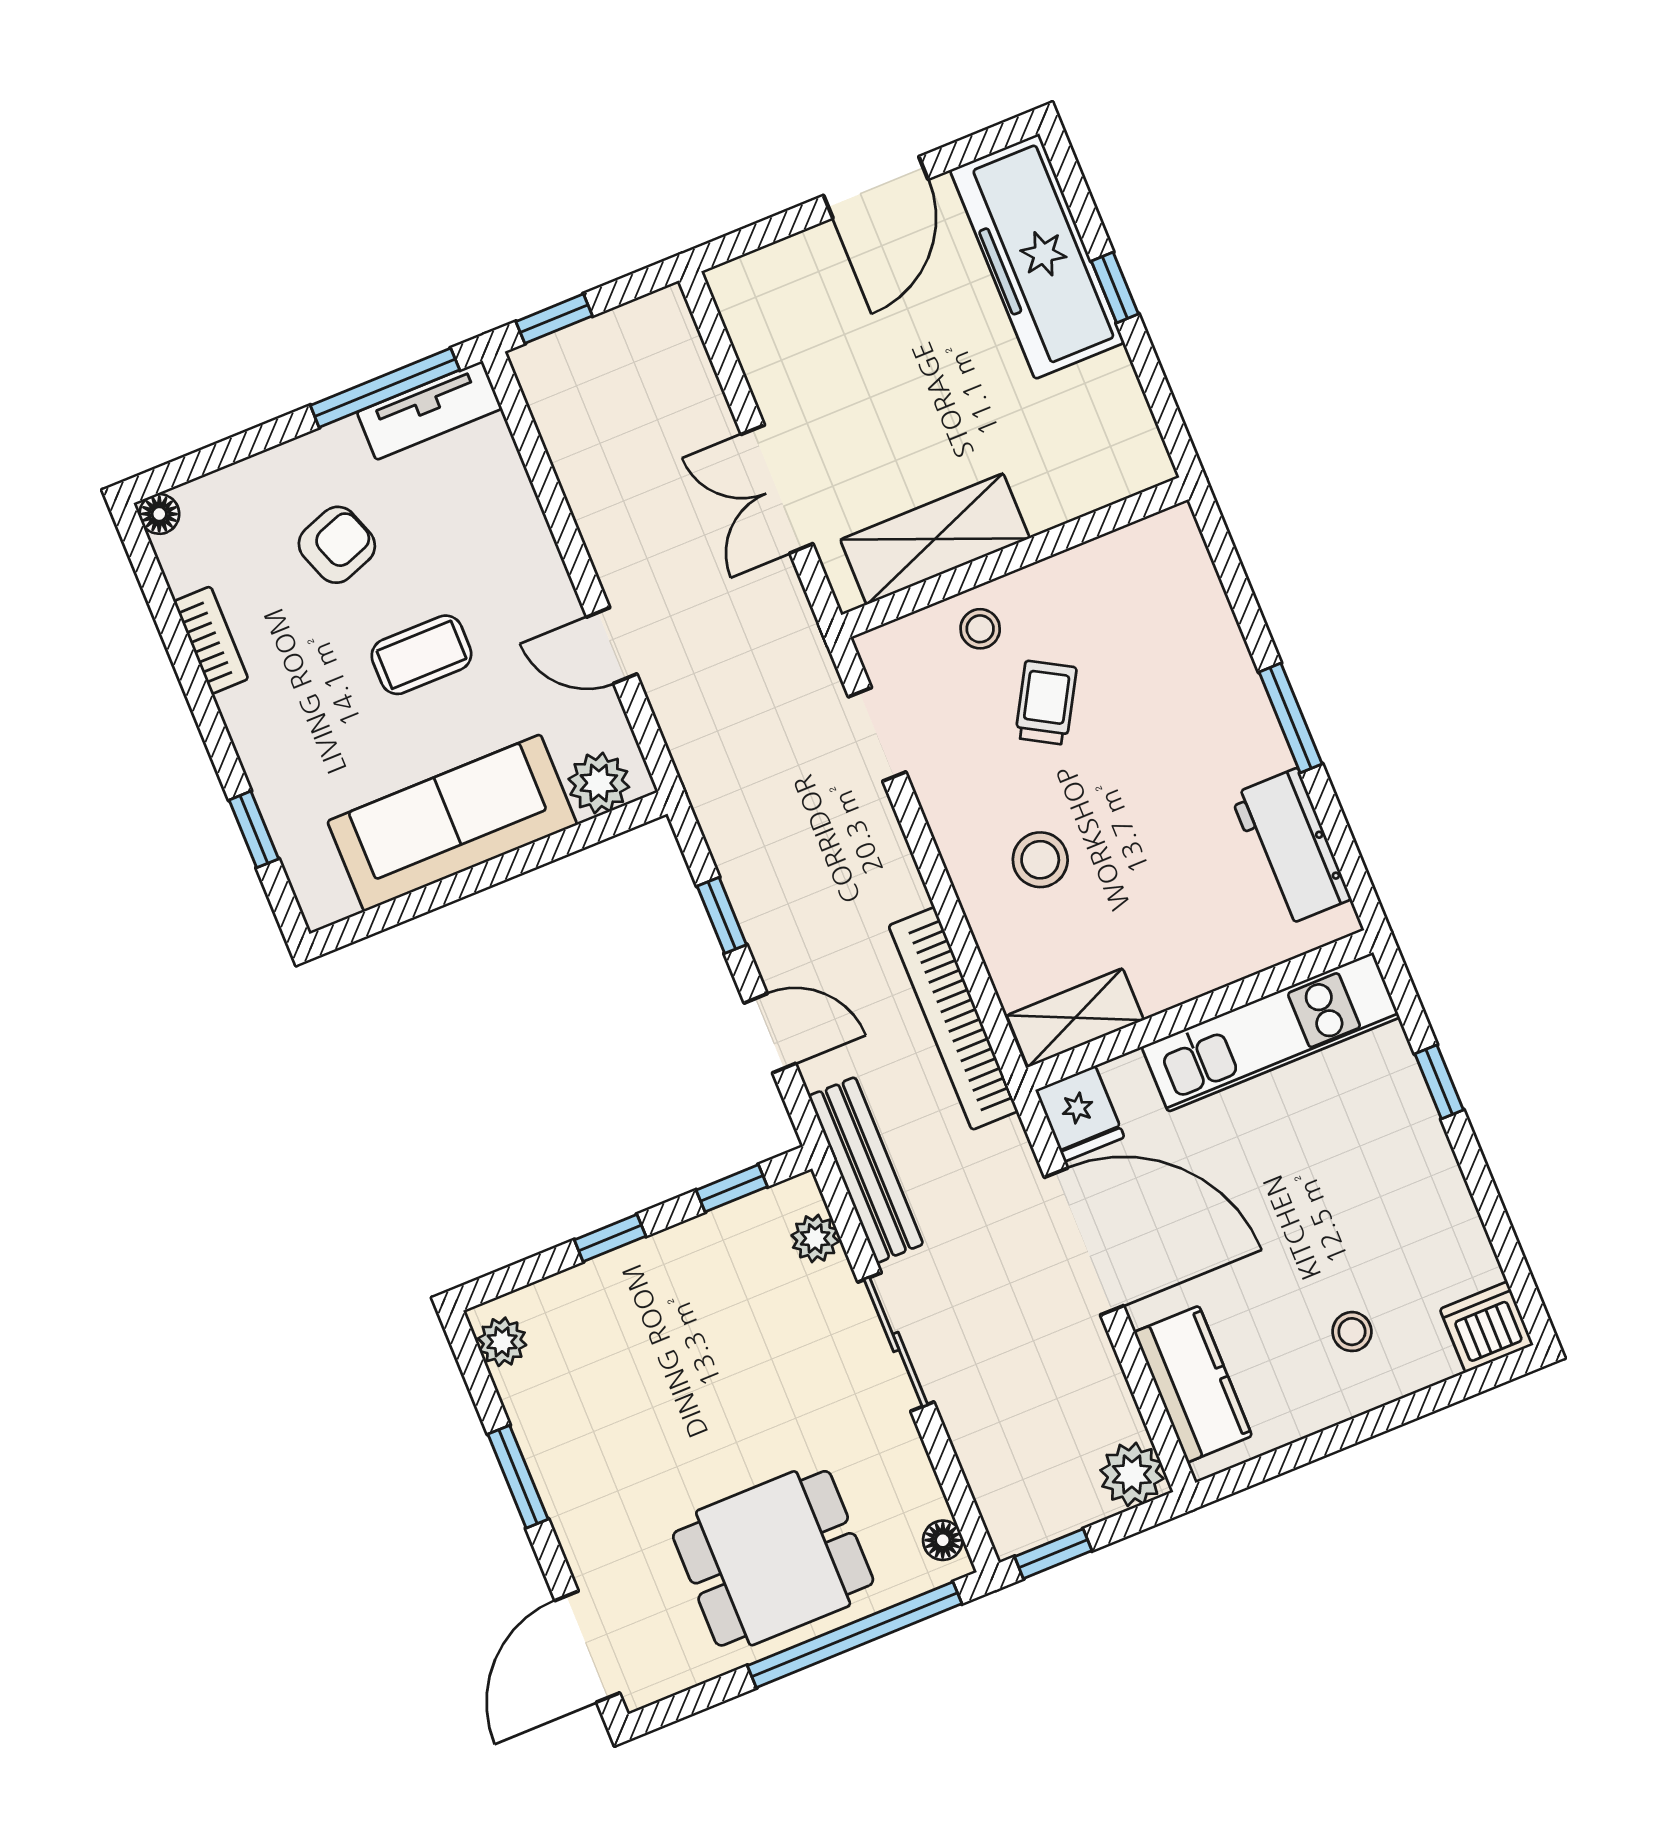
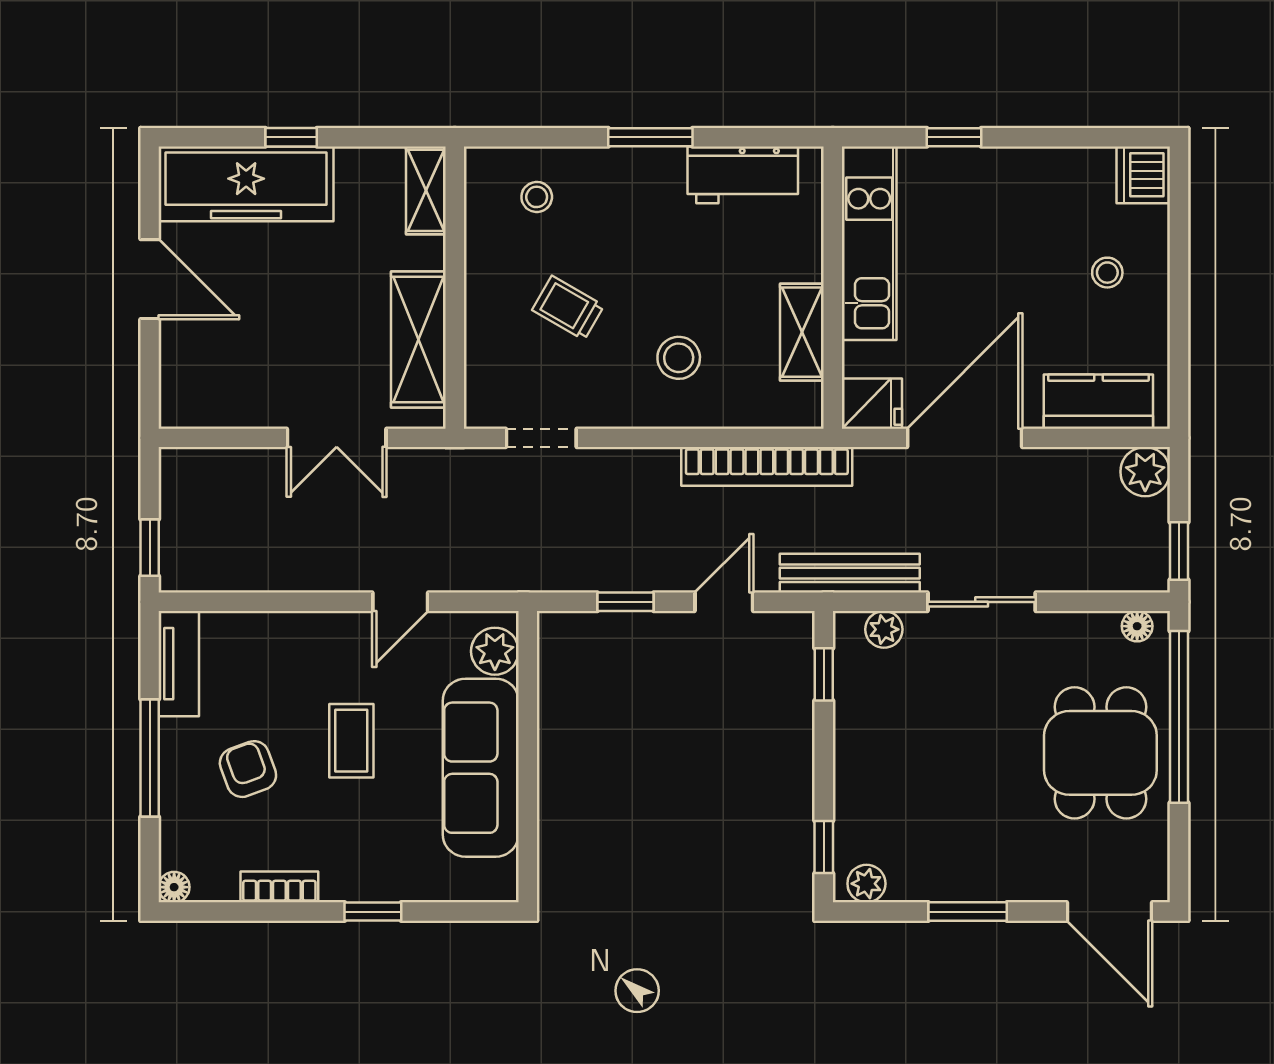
window: (385, 388) -> (150, 758), moved
shelving: (1117, 475) -> (426, 190), added
stool: (980, 629) -> (537, 197), moved
window: (254, 829) -> (373, 912), moved
shelving: (1075, 1018) -> (802, 332), moved
window: (610, 1238) -> (824, 847), moved

